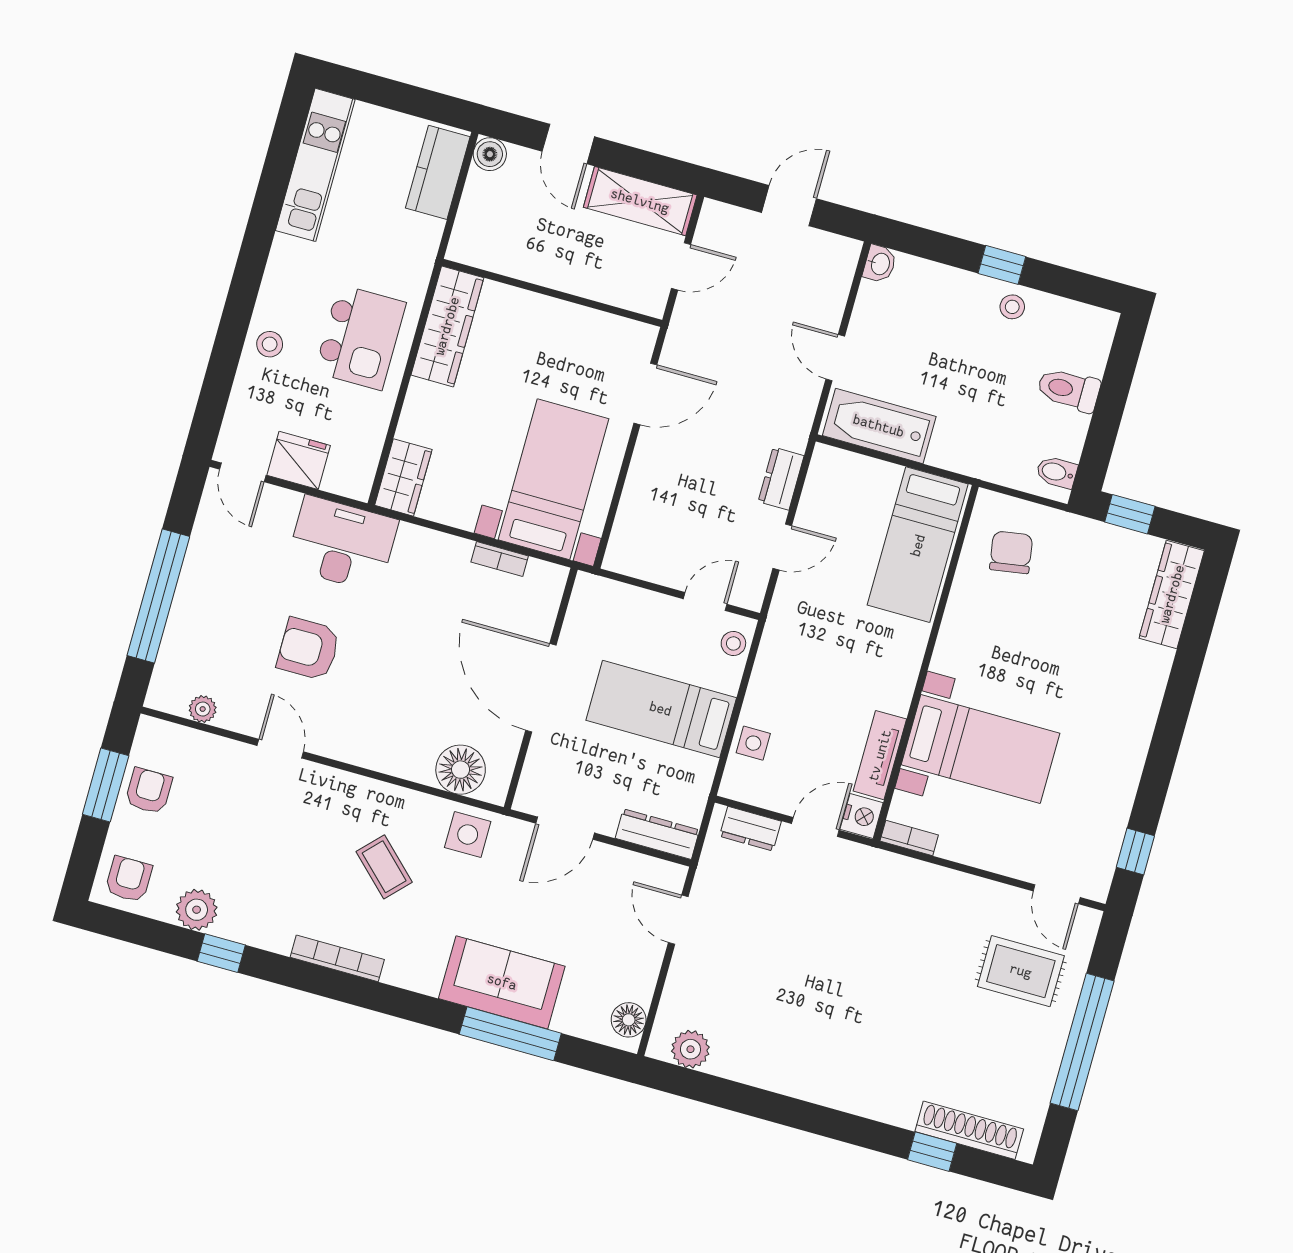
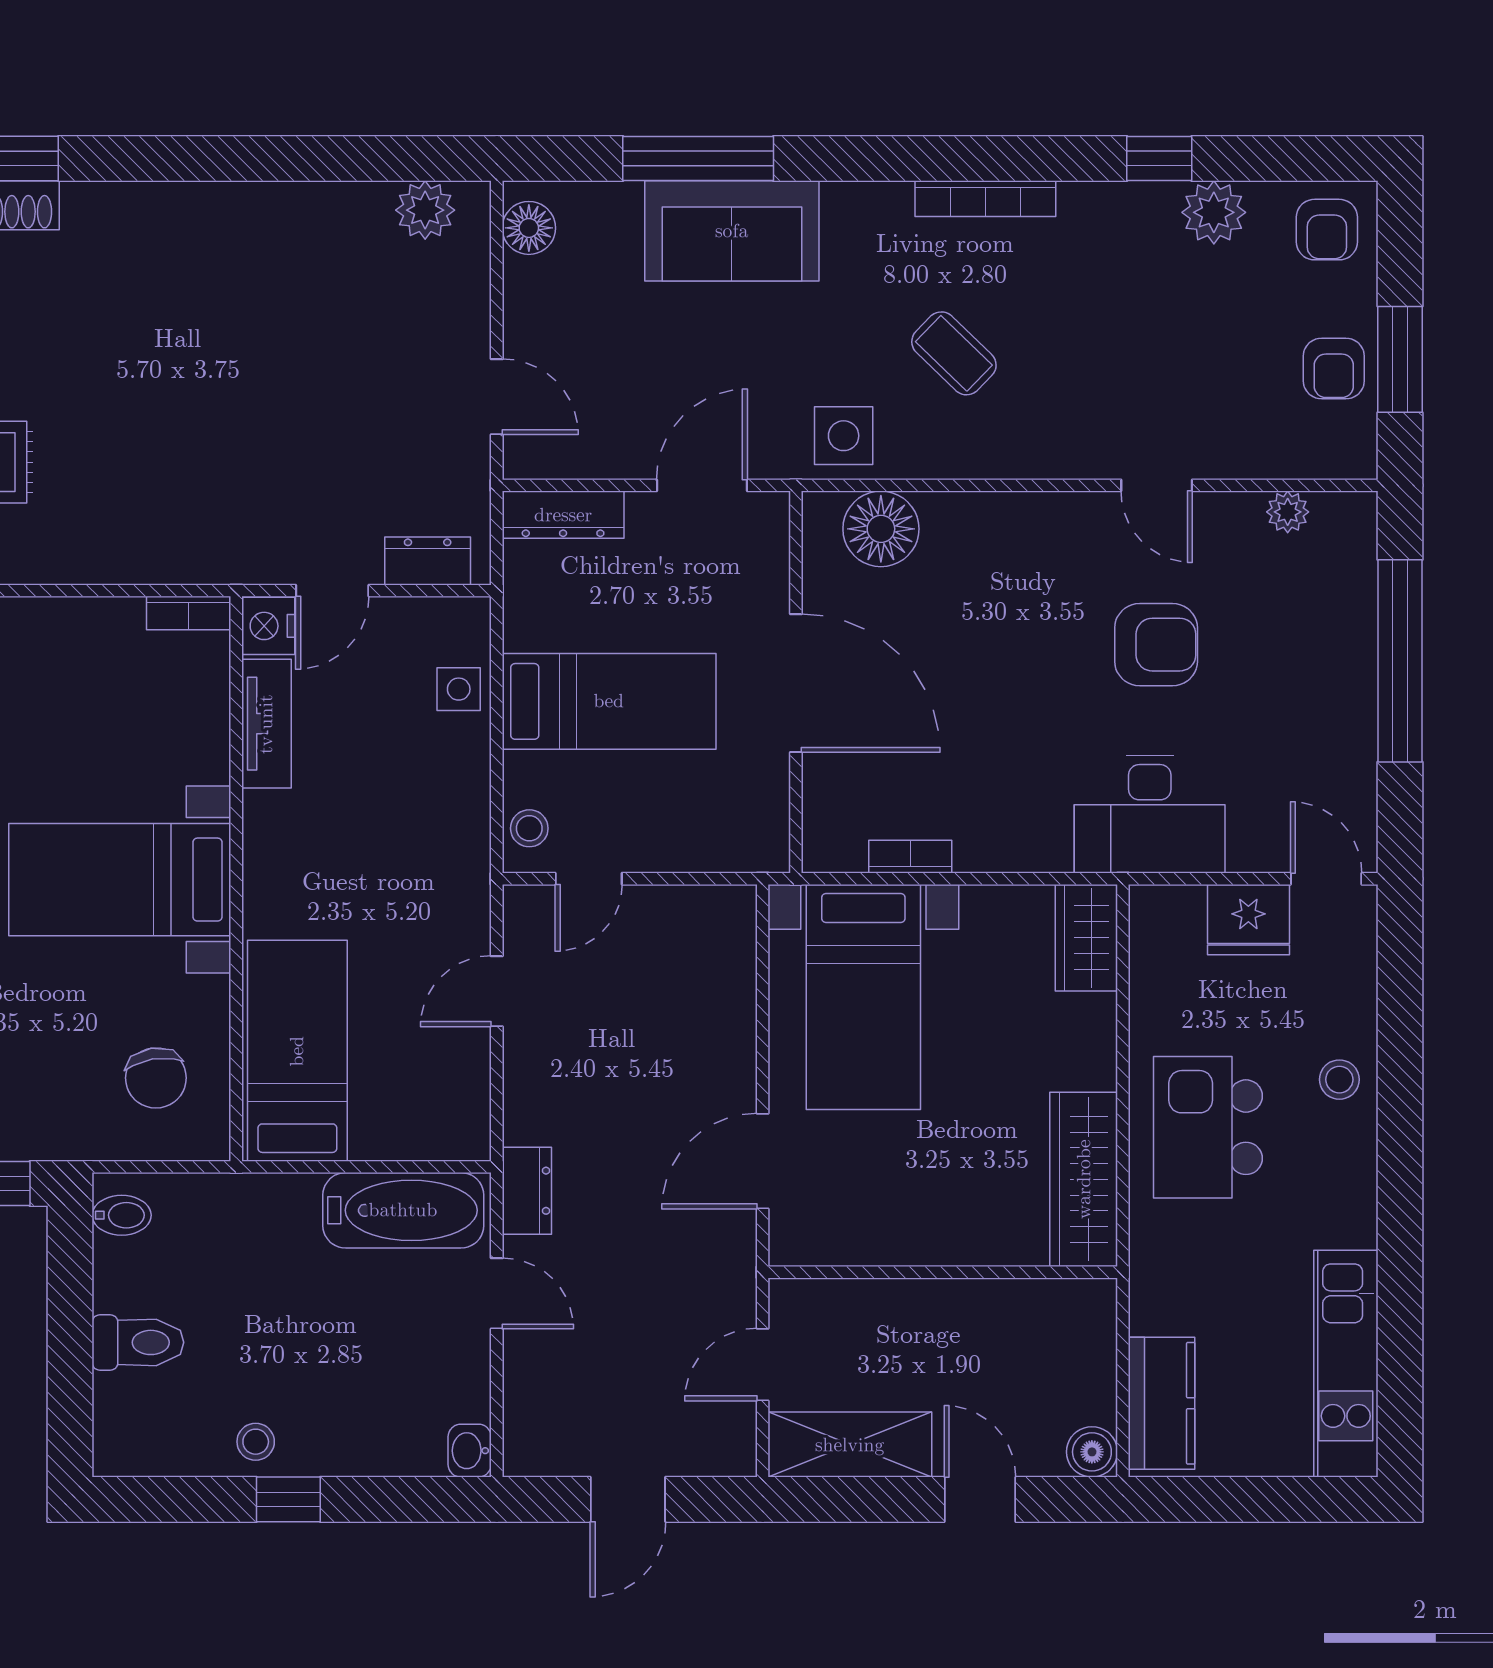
dresser: (781, 479) -> (527, 1191), moved
bed with nightstands: (981, 749) -> (120, 880), moved

